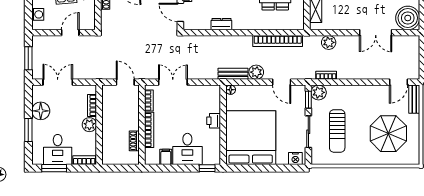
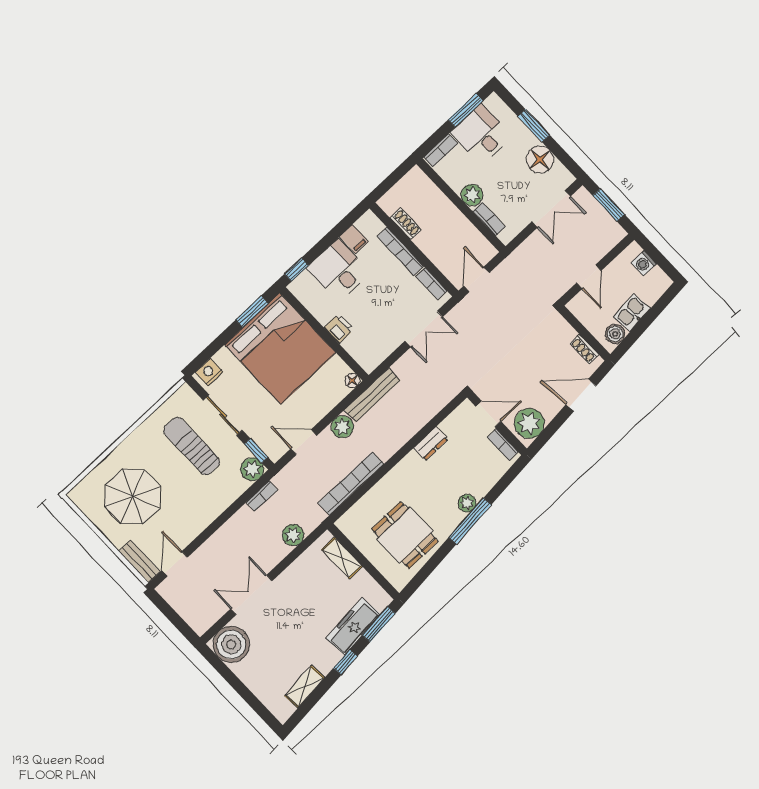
bench: (233, 74) -> (372, 395), width x1.36
door: (125, 82) -> (476, 279), swing flipped
window: (247, 168) -> (252, 312), added

